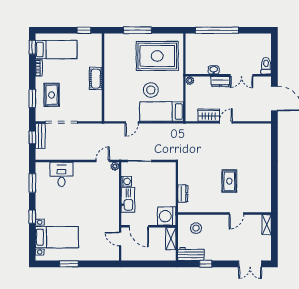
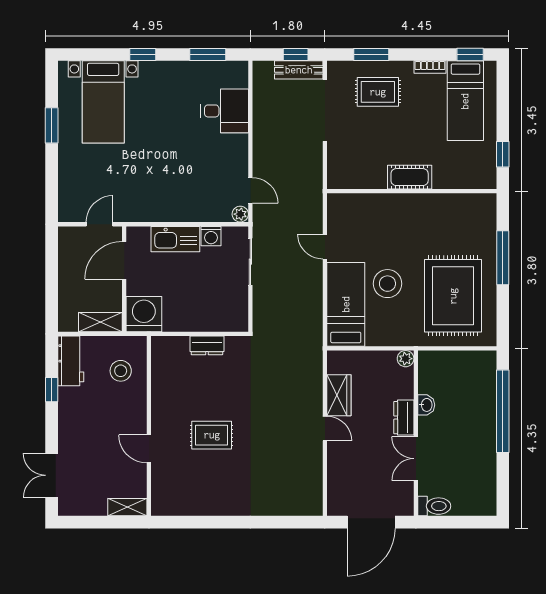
dresser: (183, 194) -> (207, 345), moved

